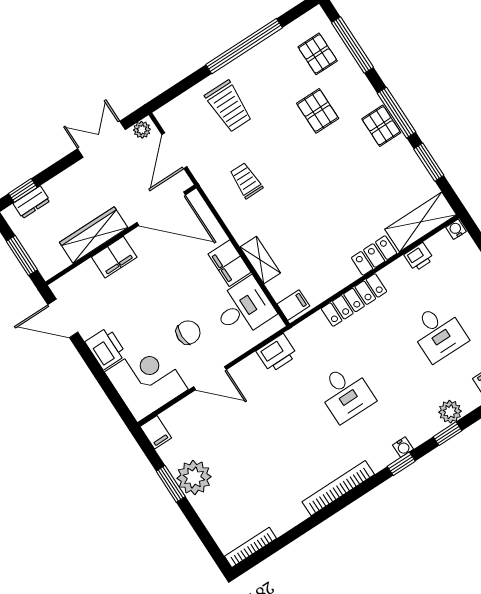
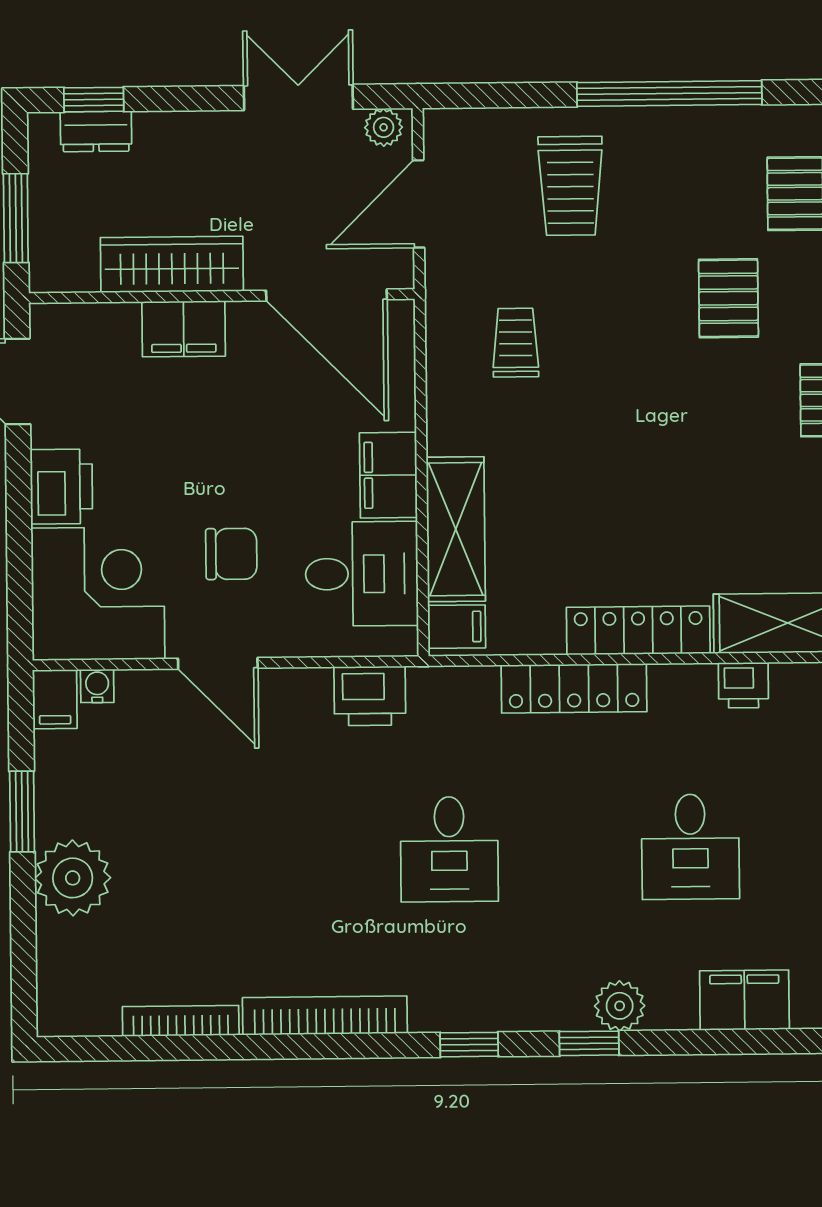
locker: (374, 256) -> (638, 630), width x1.53
shelving: (260, 260) -> (456, 529), width x1.50, depth x1.33
water cooler: (403, 447) -> (97, 686), moved, turned 180
plant: (194, 477) -> (73, 878), moved
bookcase: (251, 547) -> (181, 1021), moved

